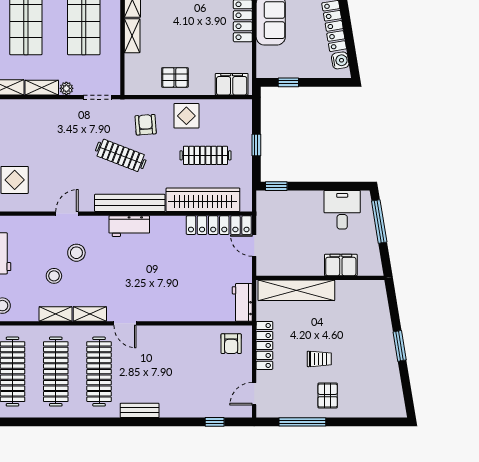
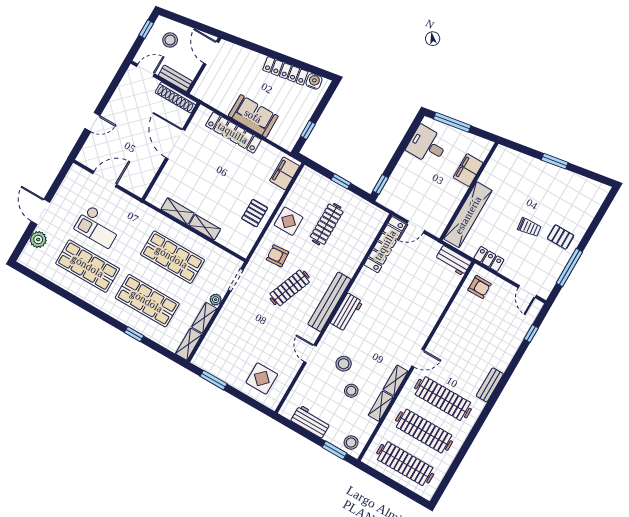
wardrobe: (203, 200) -> (359, 245), removed
locker: (264, 345) -> (489, 259), width x0.66
trolley: (319, 359) -> (529, 227), turned 83

